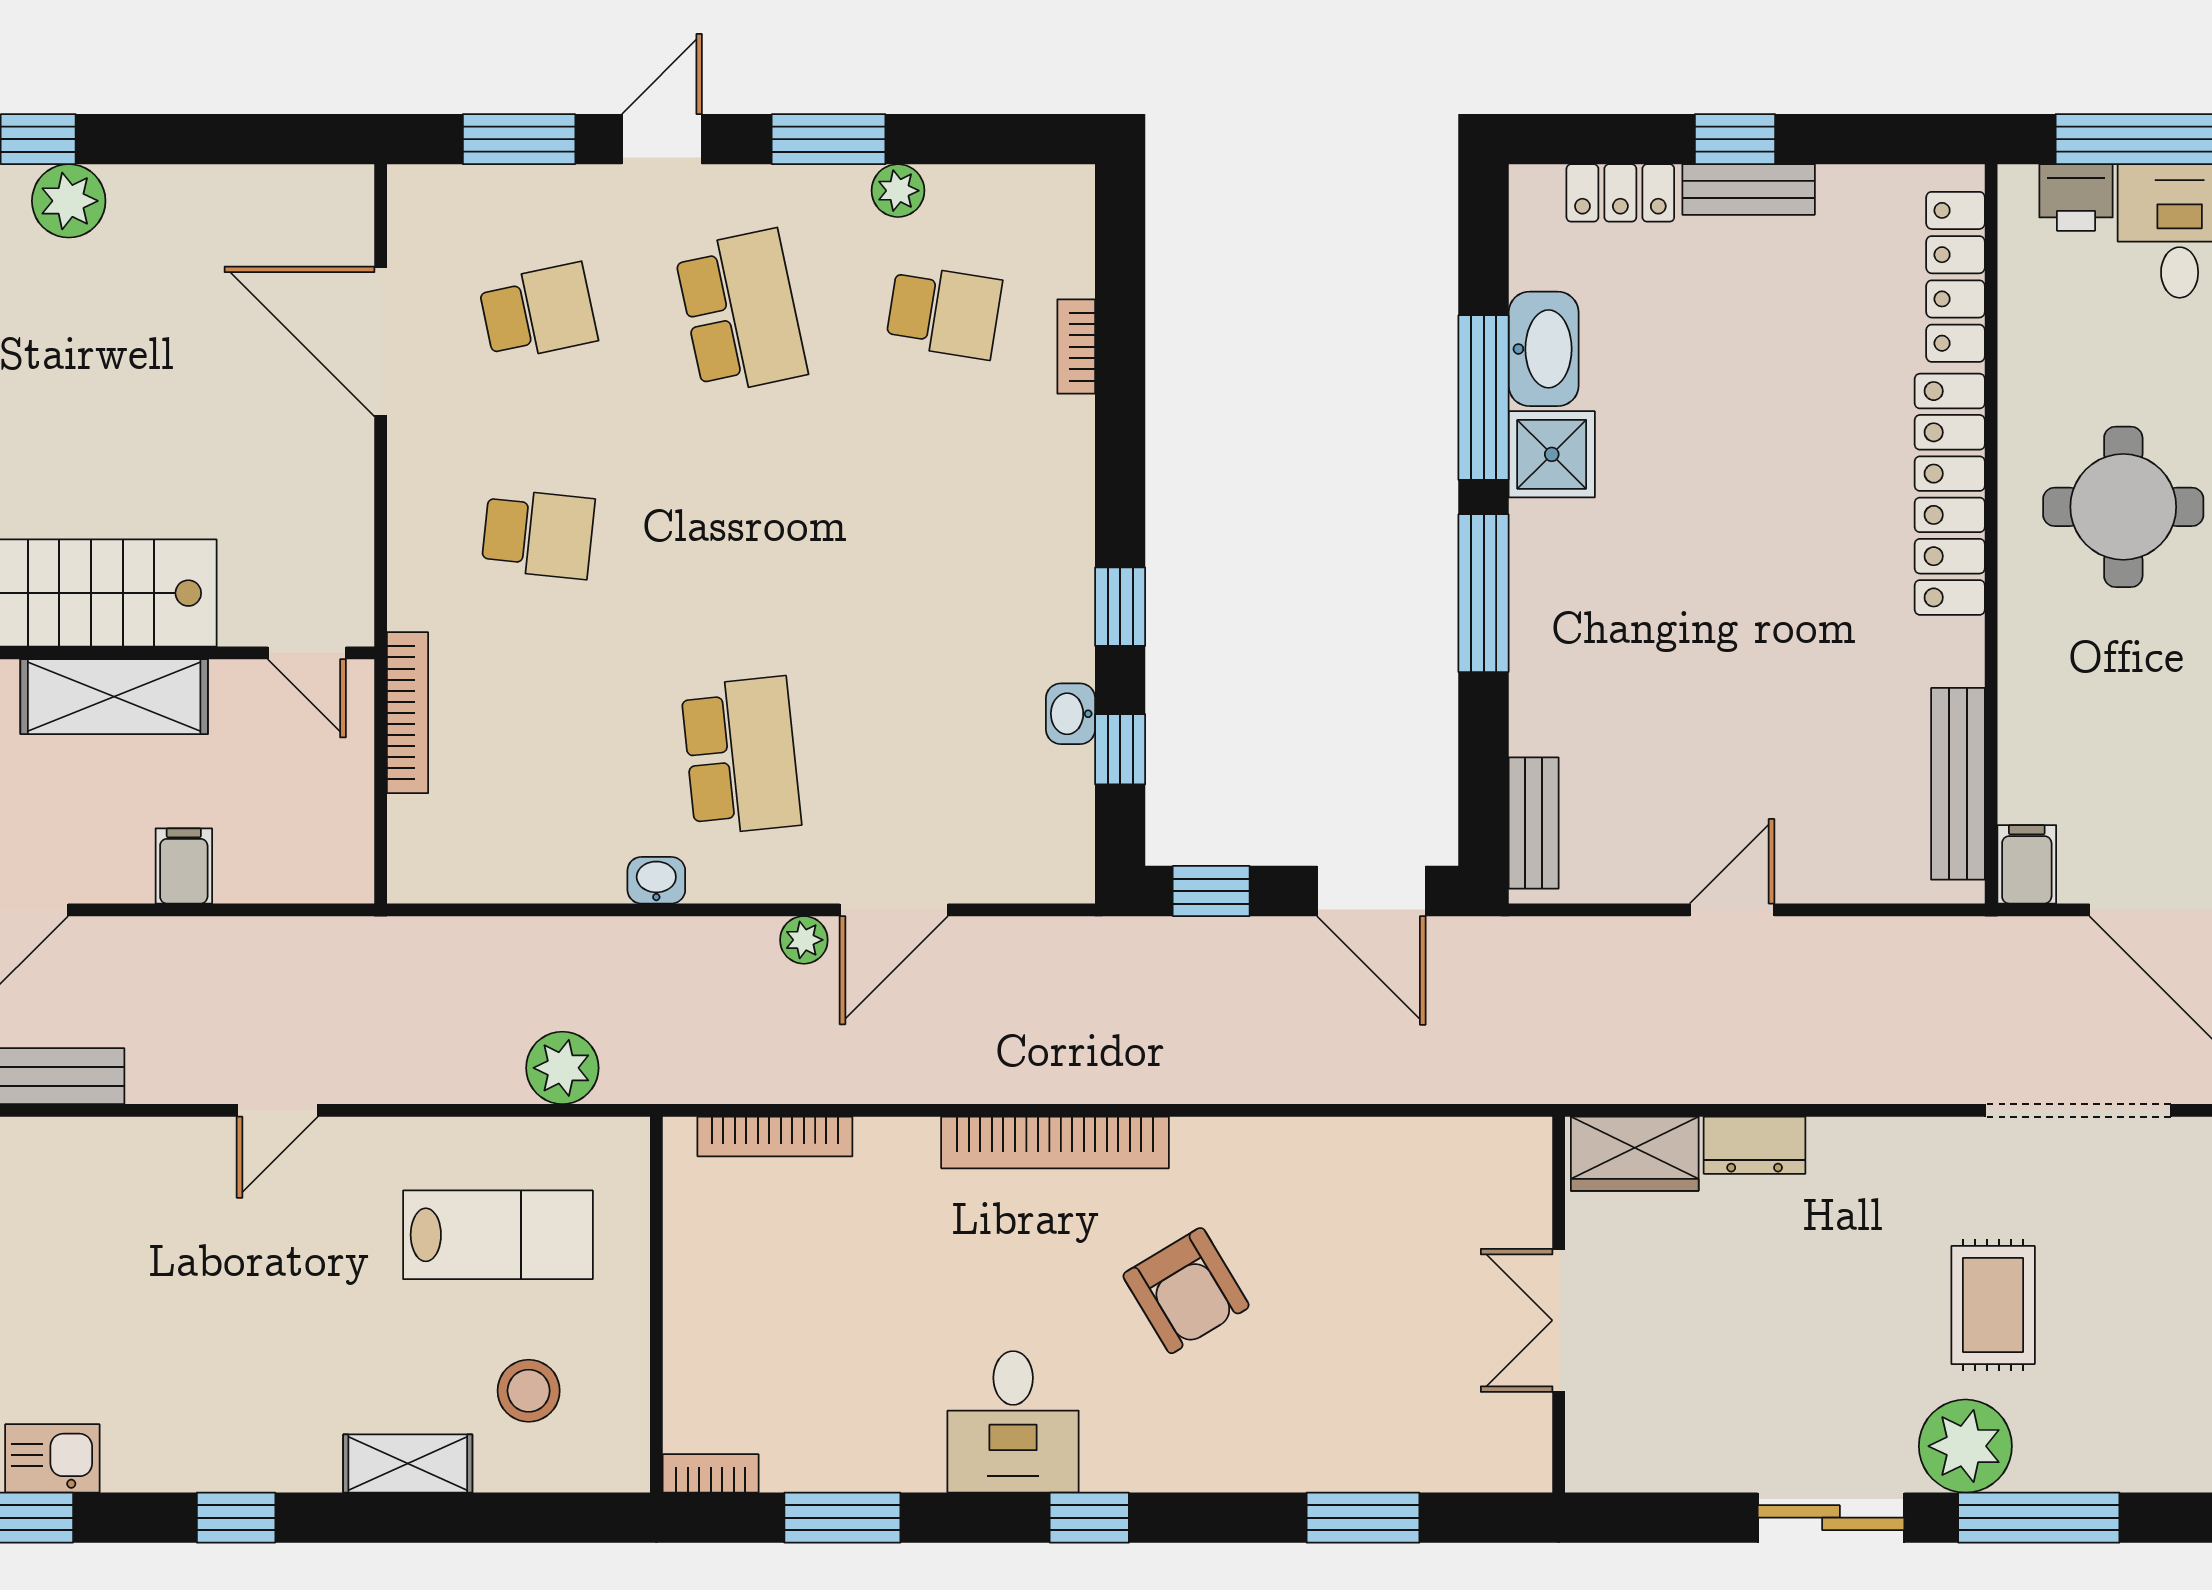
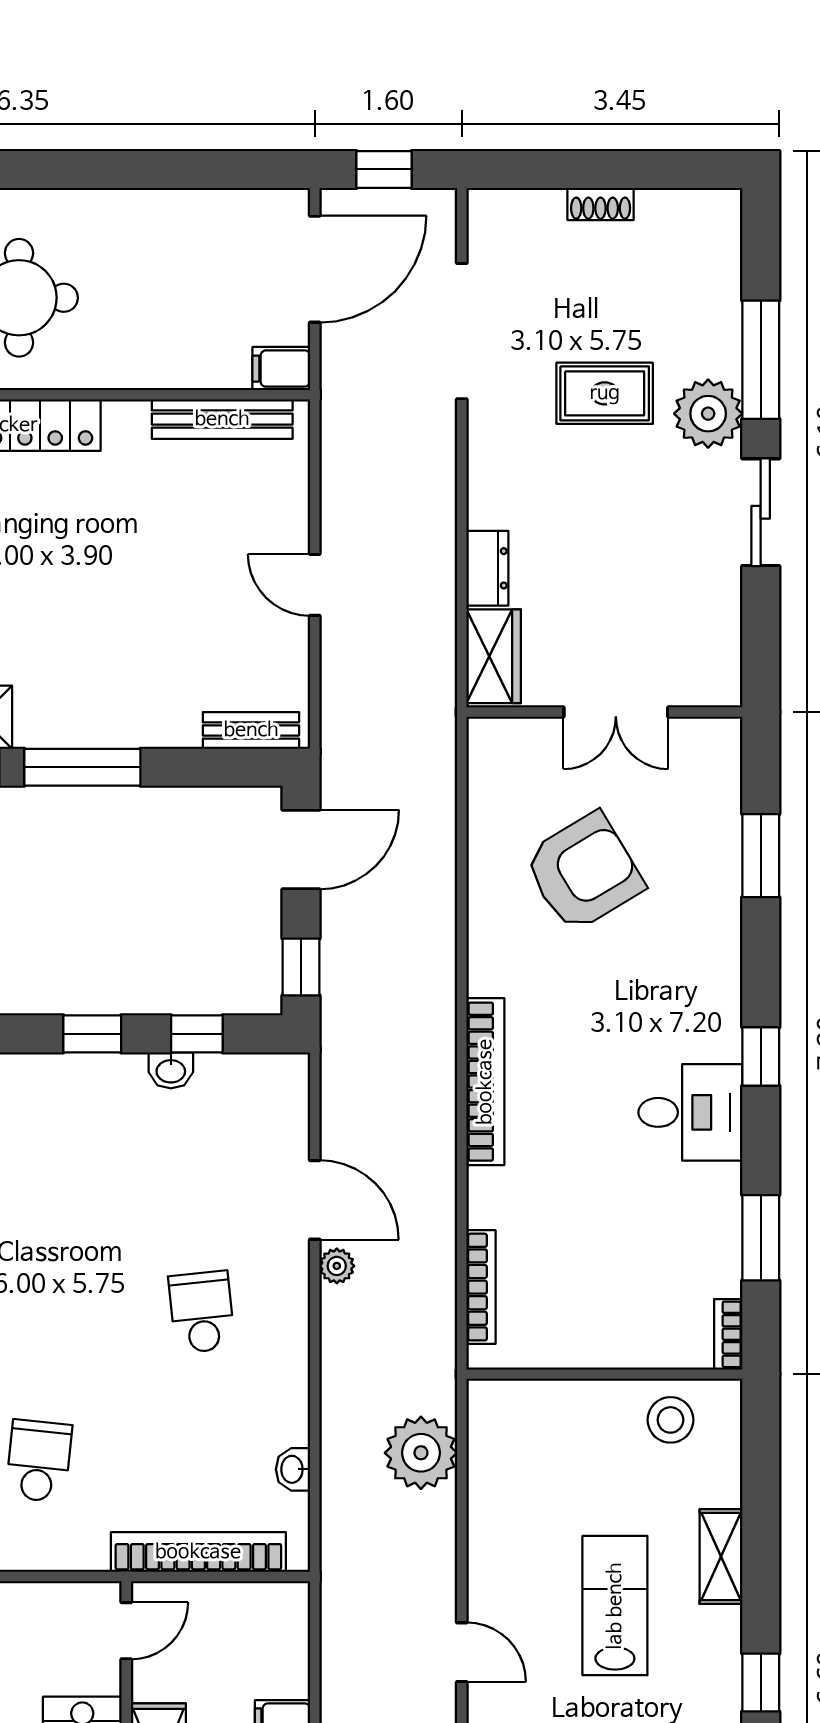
bookcase: (408, 713) -> (198, 1552), width x1.48, depth x1.31
school desk: (741, 756) -> (202, 1312), width x0.54
washbasin: (656, 880) -> (293, 1469), moved
plant: (562, 1068) -> (421, 1453), width x1.36, depth x1.36
lab bench: (498, 1235) -> (615, 1606), moved
armchair: (1186, 1291) -> (584, 872), moved, width x1.36, depth x1.36
stool: (529, 1391) -> (670, 1420), moved

